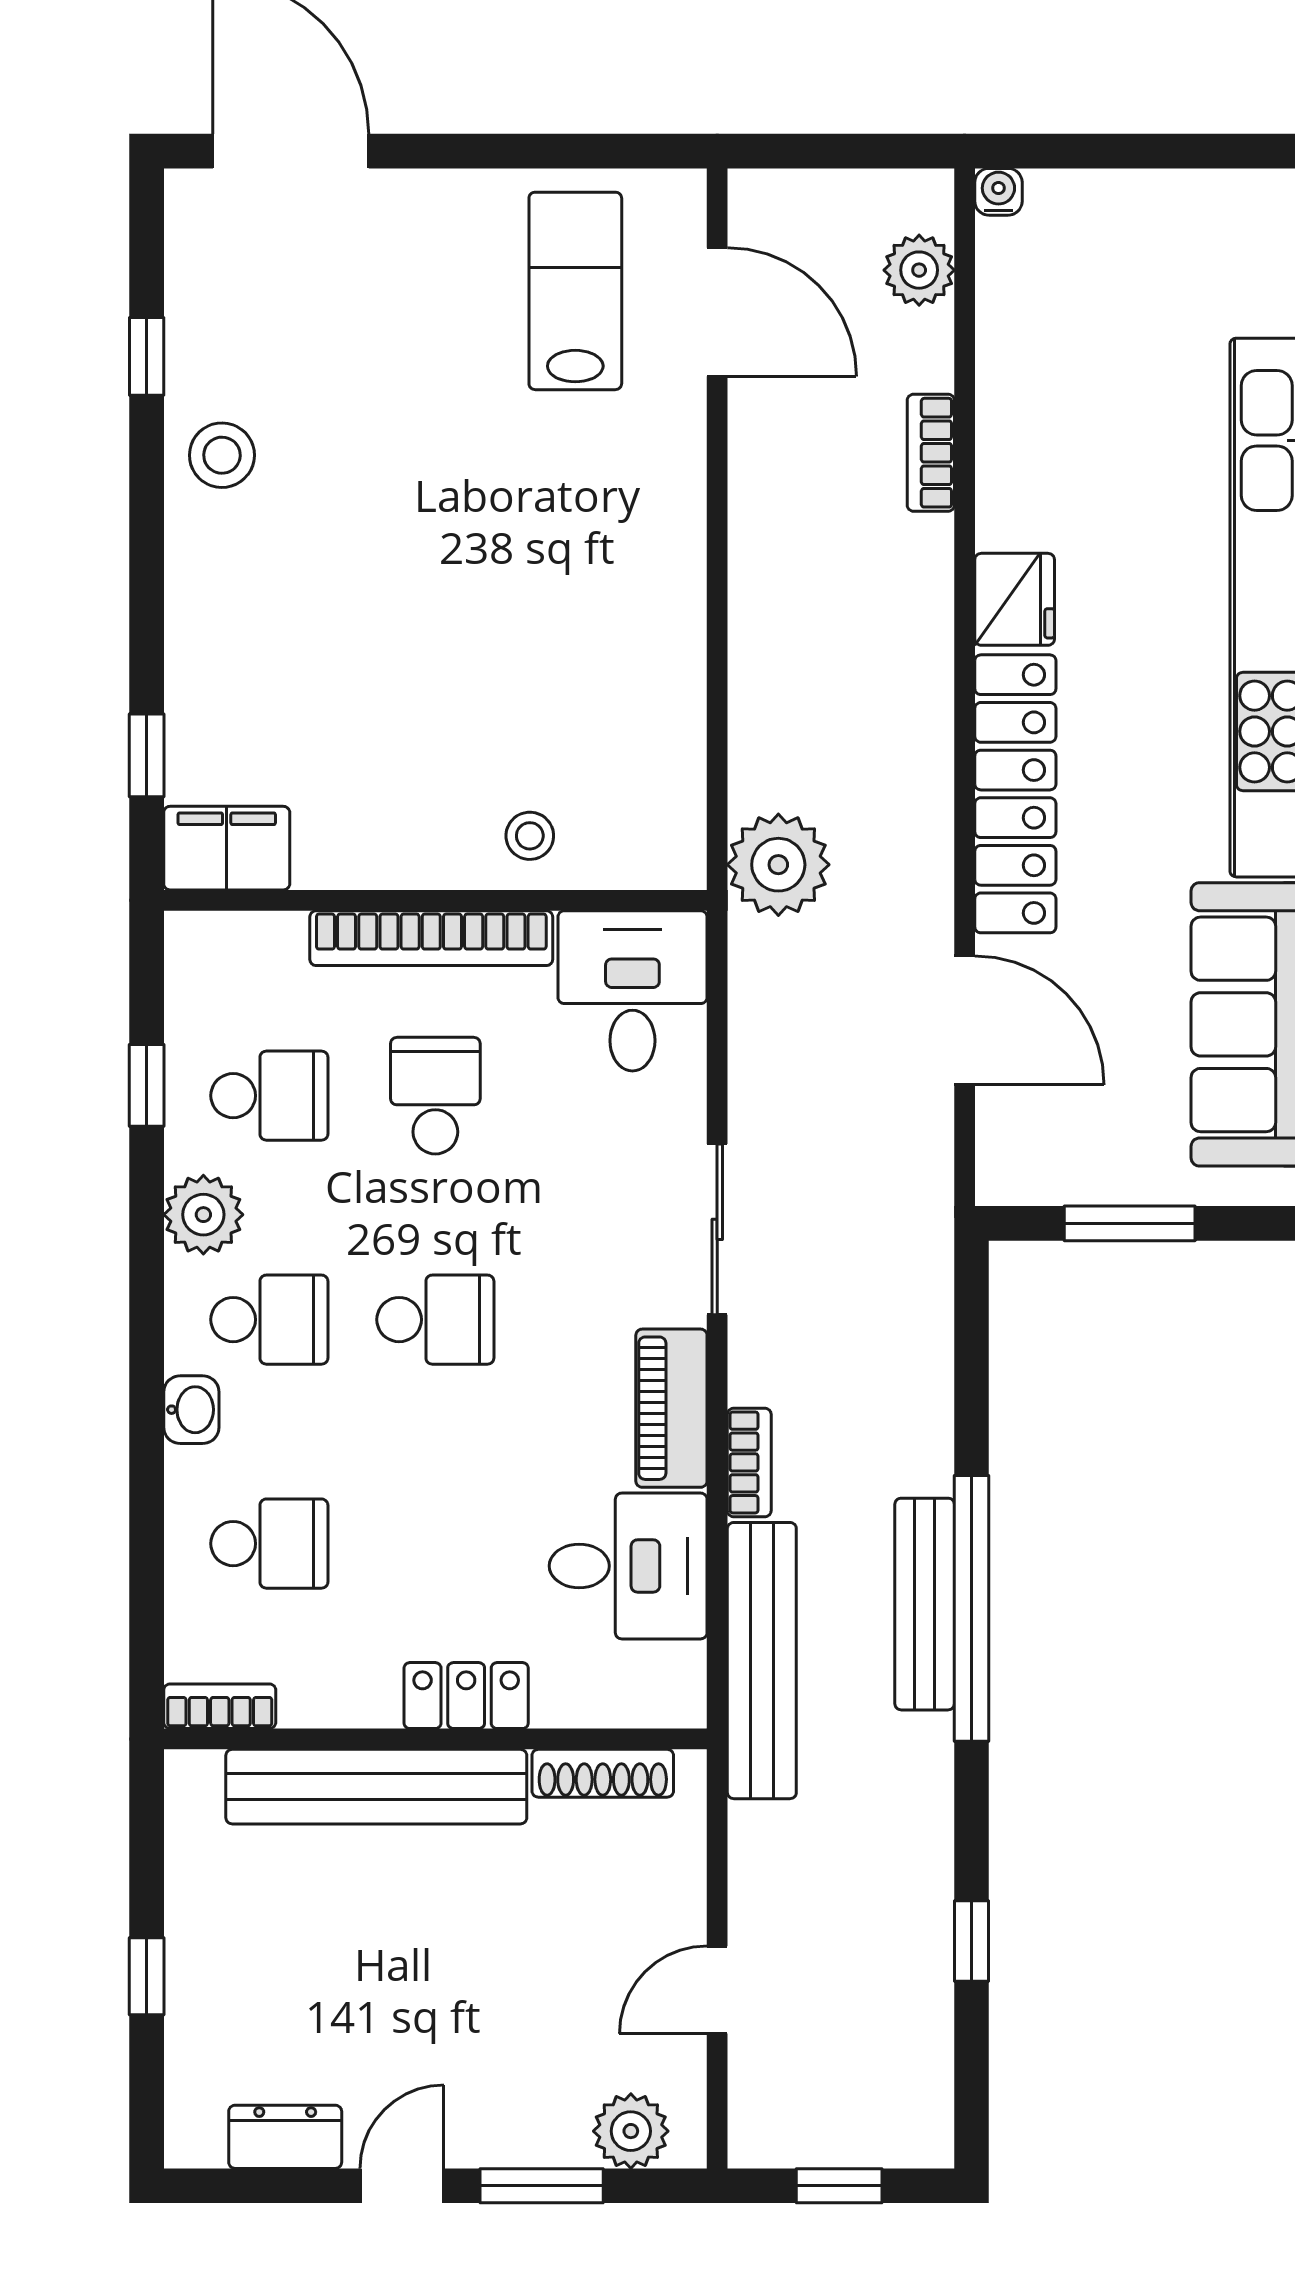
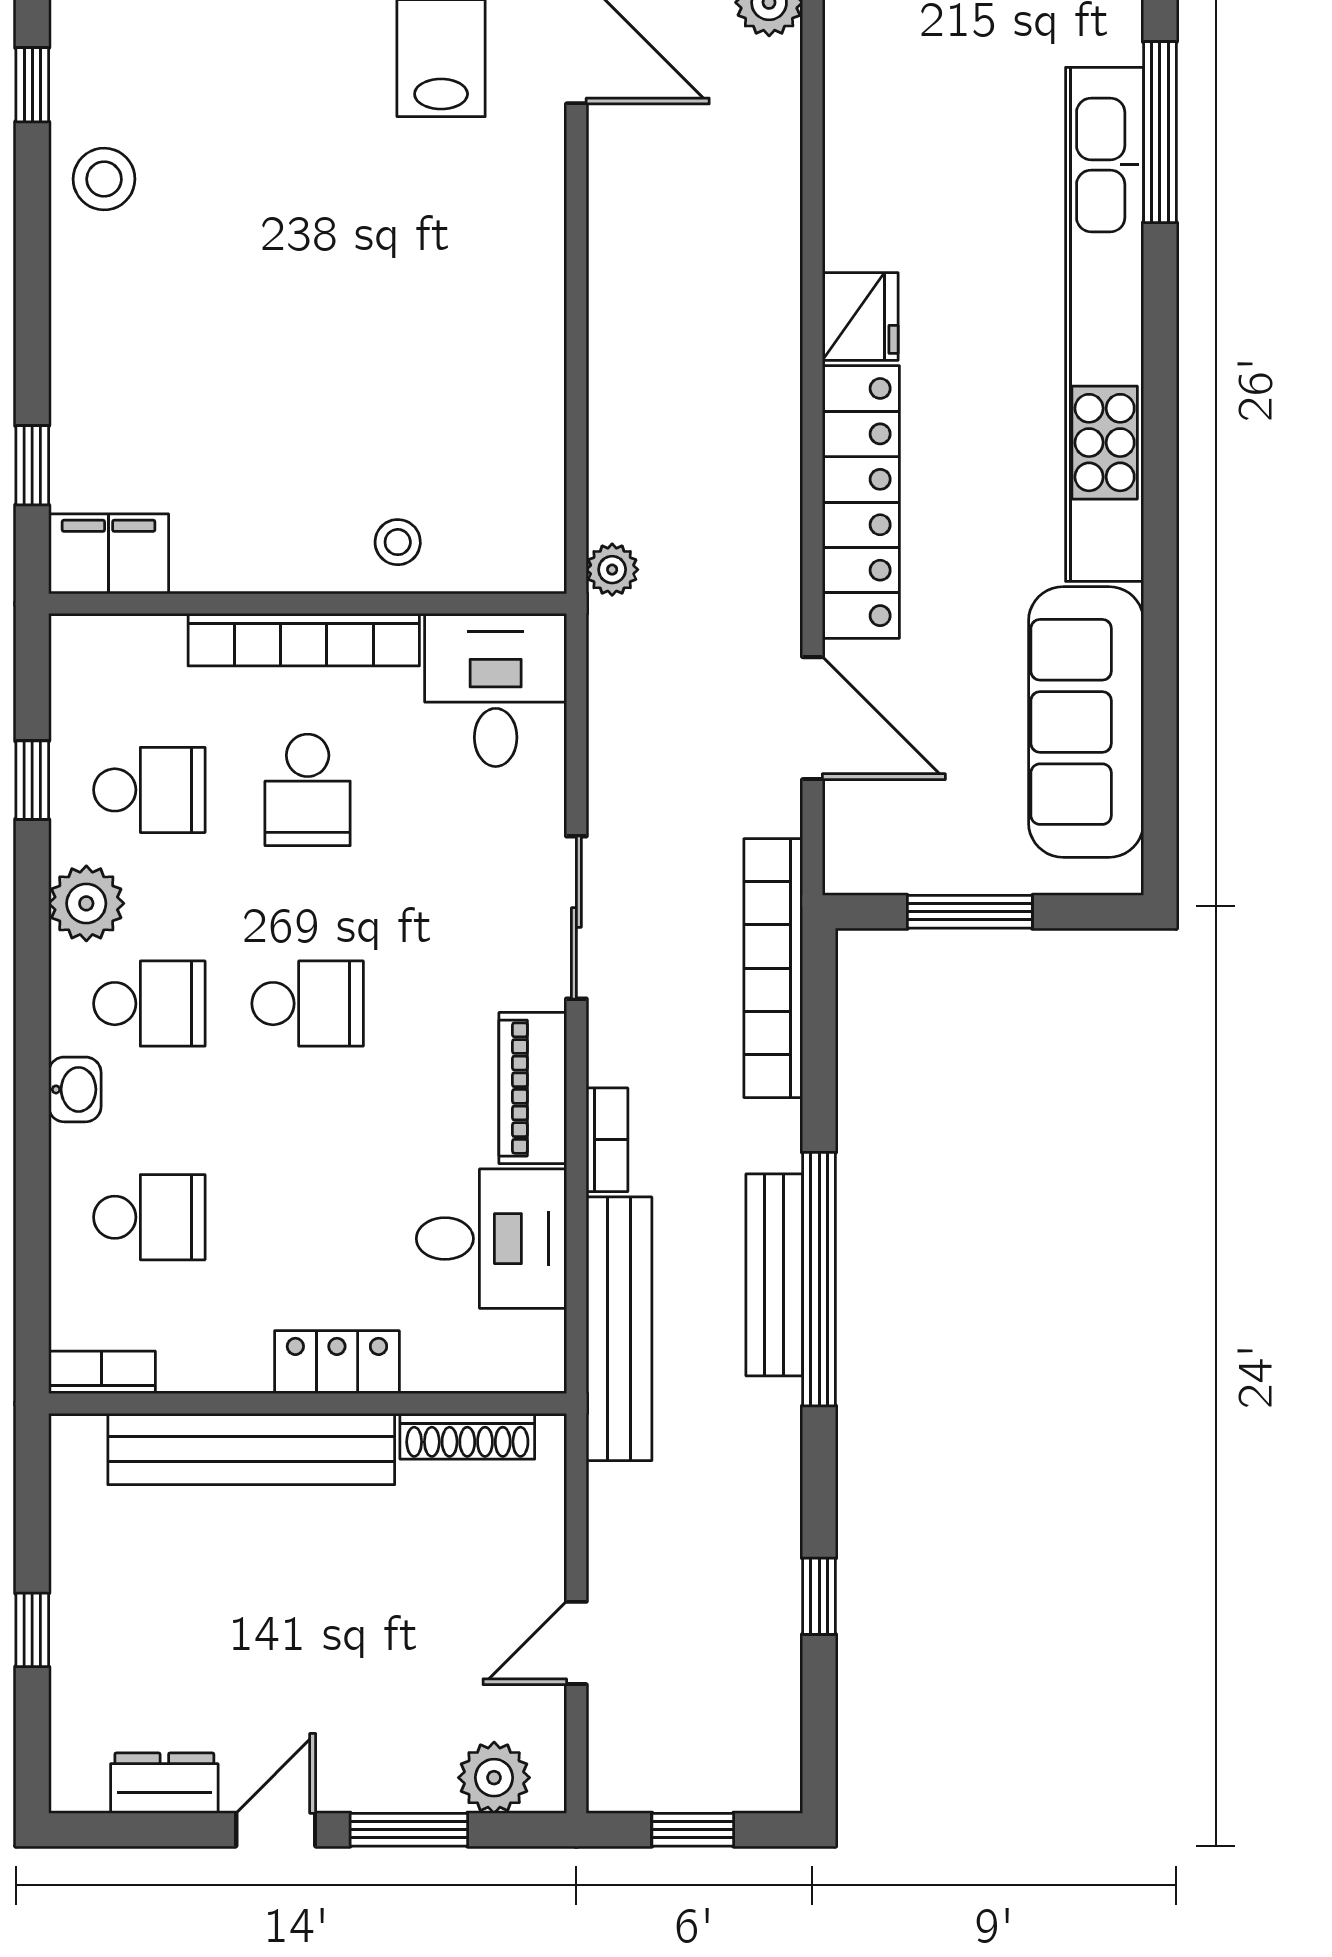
bookcase: (931, 453) -> (773, 968), moved, width x2.31, depth x1.31
plant: (778, 865) -> (612, 570), width x0.53, depth x0.53
school desk: (435, 1096) -> (308, 790), turned 180

